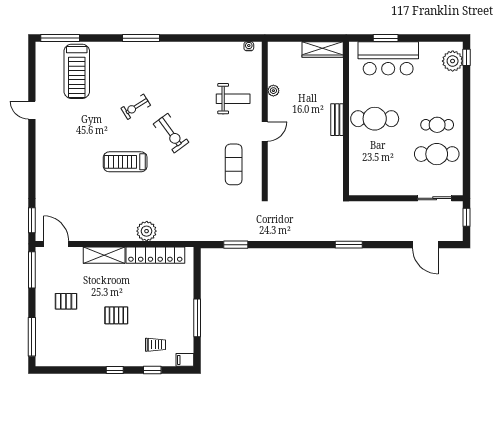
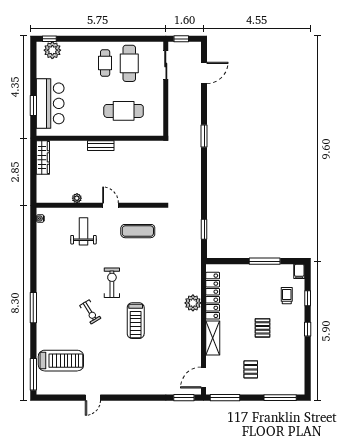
cafe table: (375, 119) -> (124, 111), moved, turned 90
exercise bike: (171, 133) -> (112, 283), turned -54

